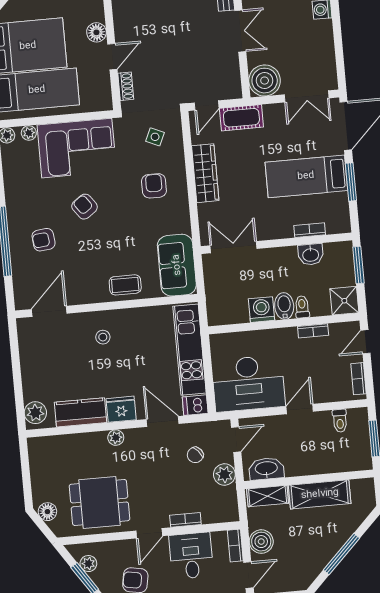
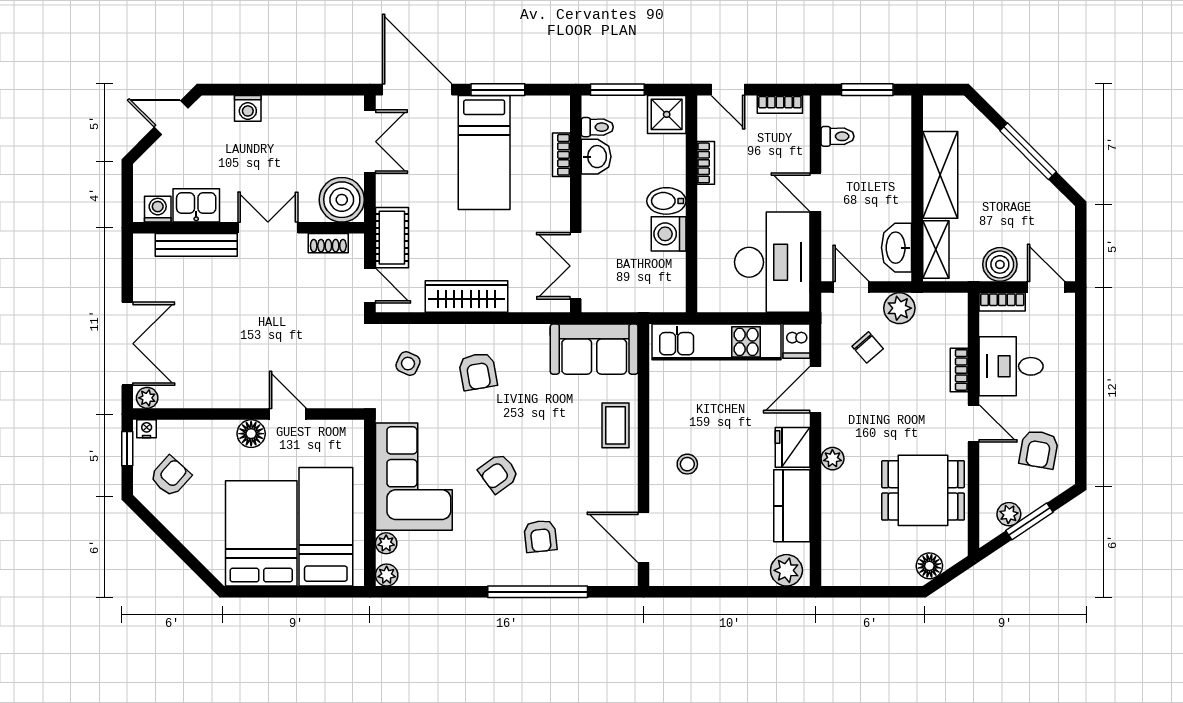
shoe rack: (126, 86) -> (328, 243), moved, turned 180
armchair: (154, 186) -> (478, 371), turned -100
toilet: (302, 307) -> (597, 127), moved, turned 180
dining table: (99, 502) -> (923, 490), turned 90

